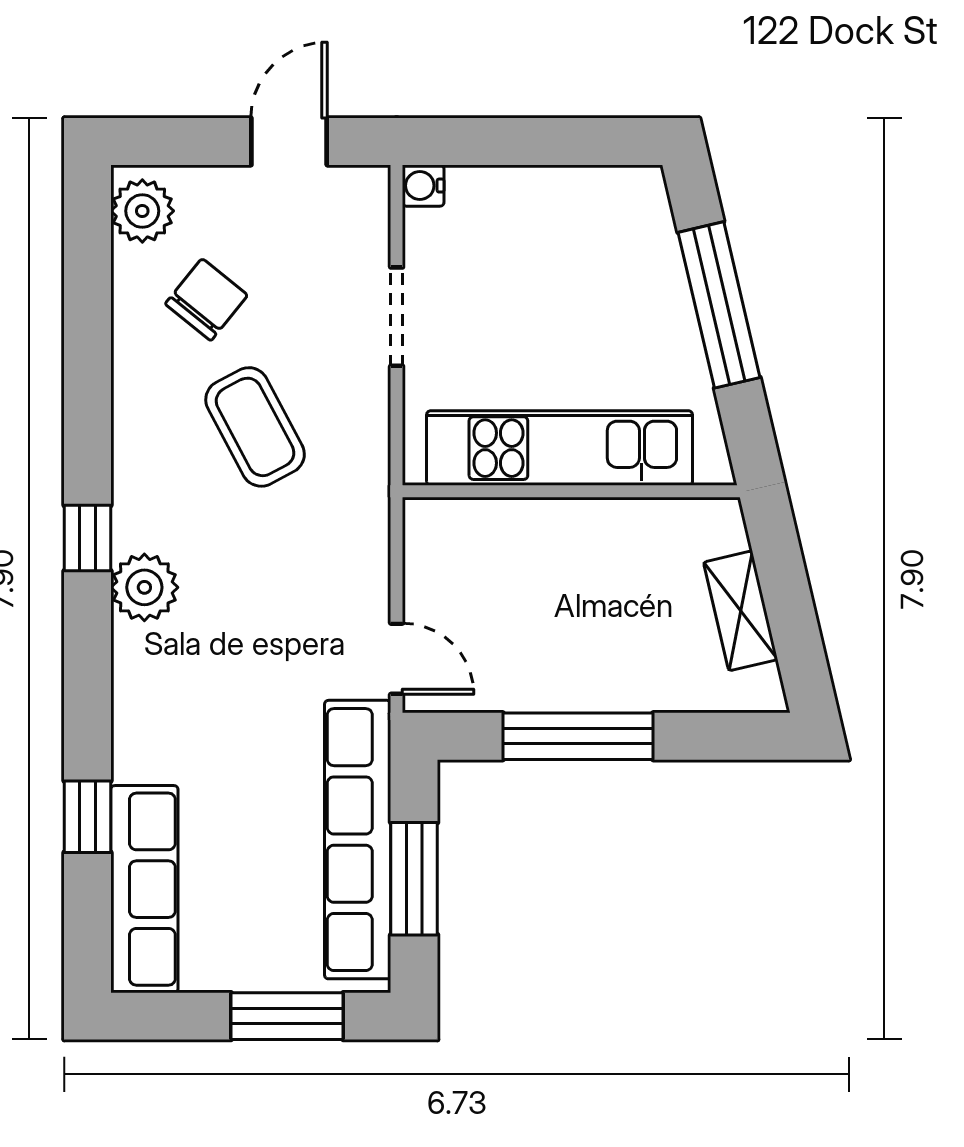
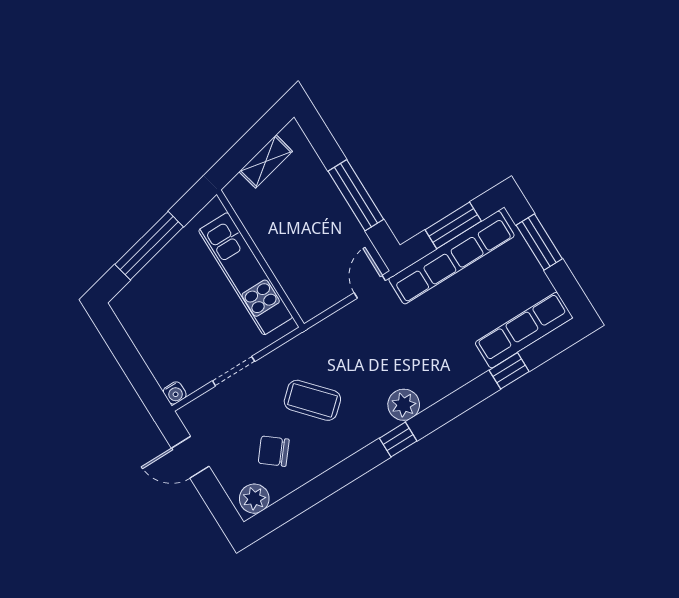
coffee table: (255, 427) -> (312, 400), turned 76

